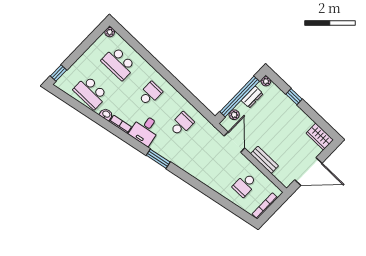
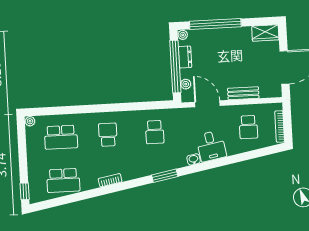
window: (294, 97) -> (215, 24), width x3.17
washbasin: (106, 114) -> (194, 159), moved
school desk: (182, 124) -> (155, 132), turned 180
desk: (145, 130) -> (211, 146), moved

